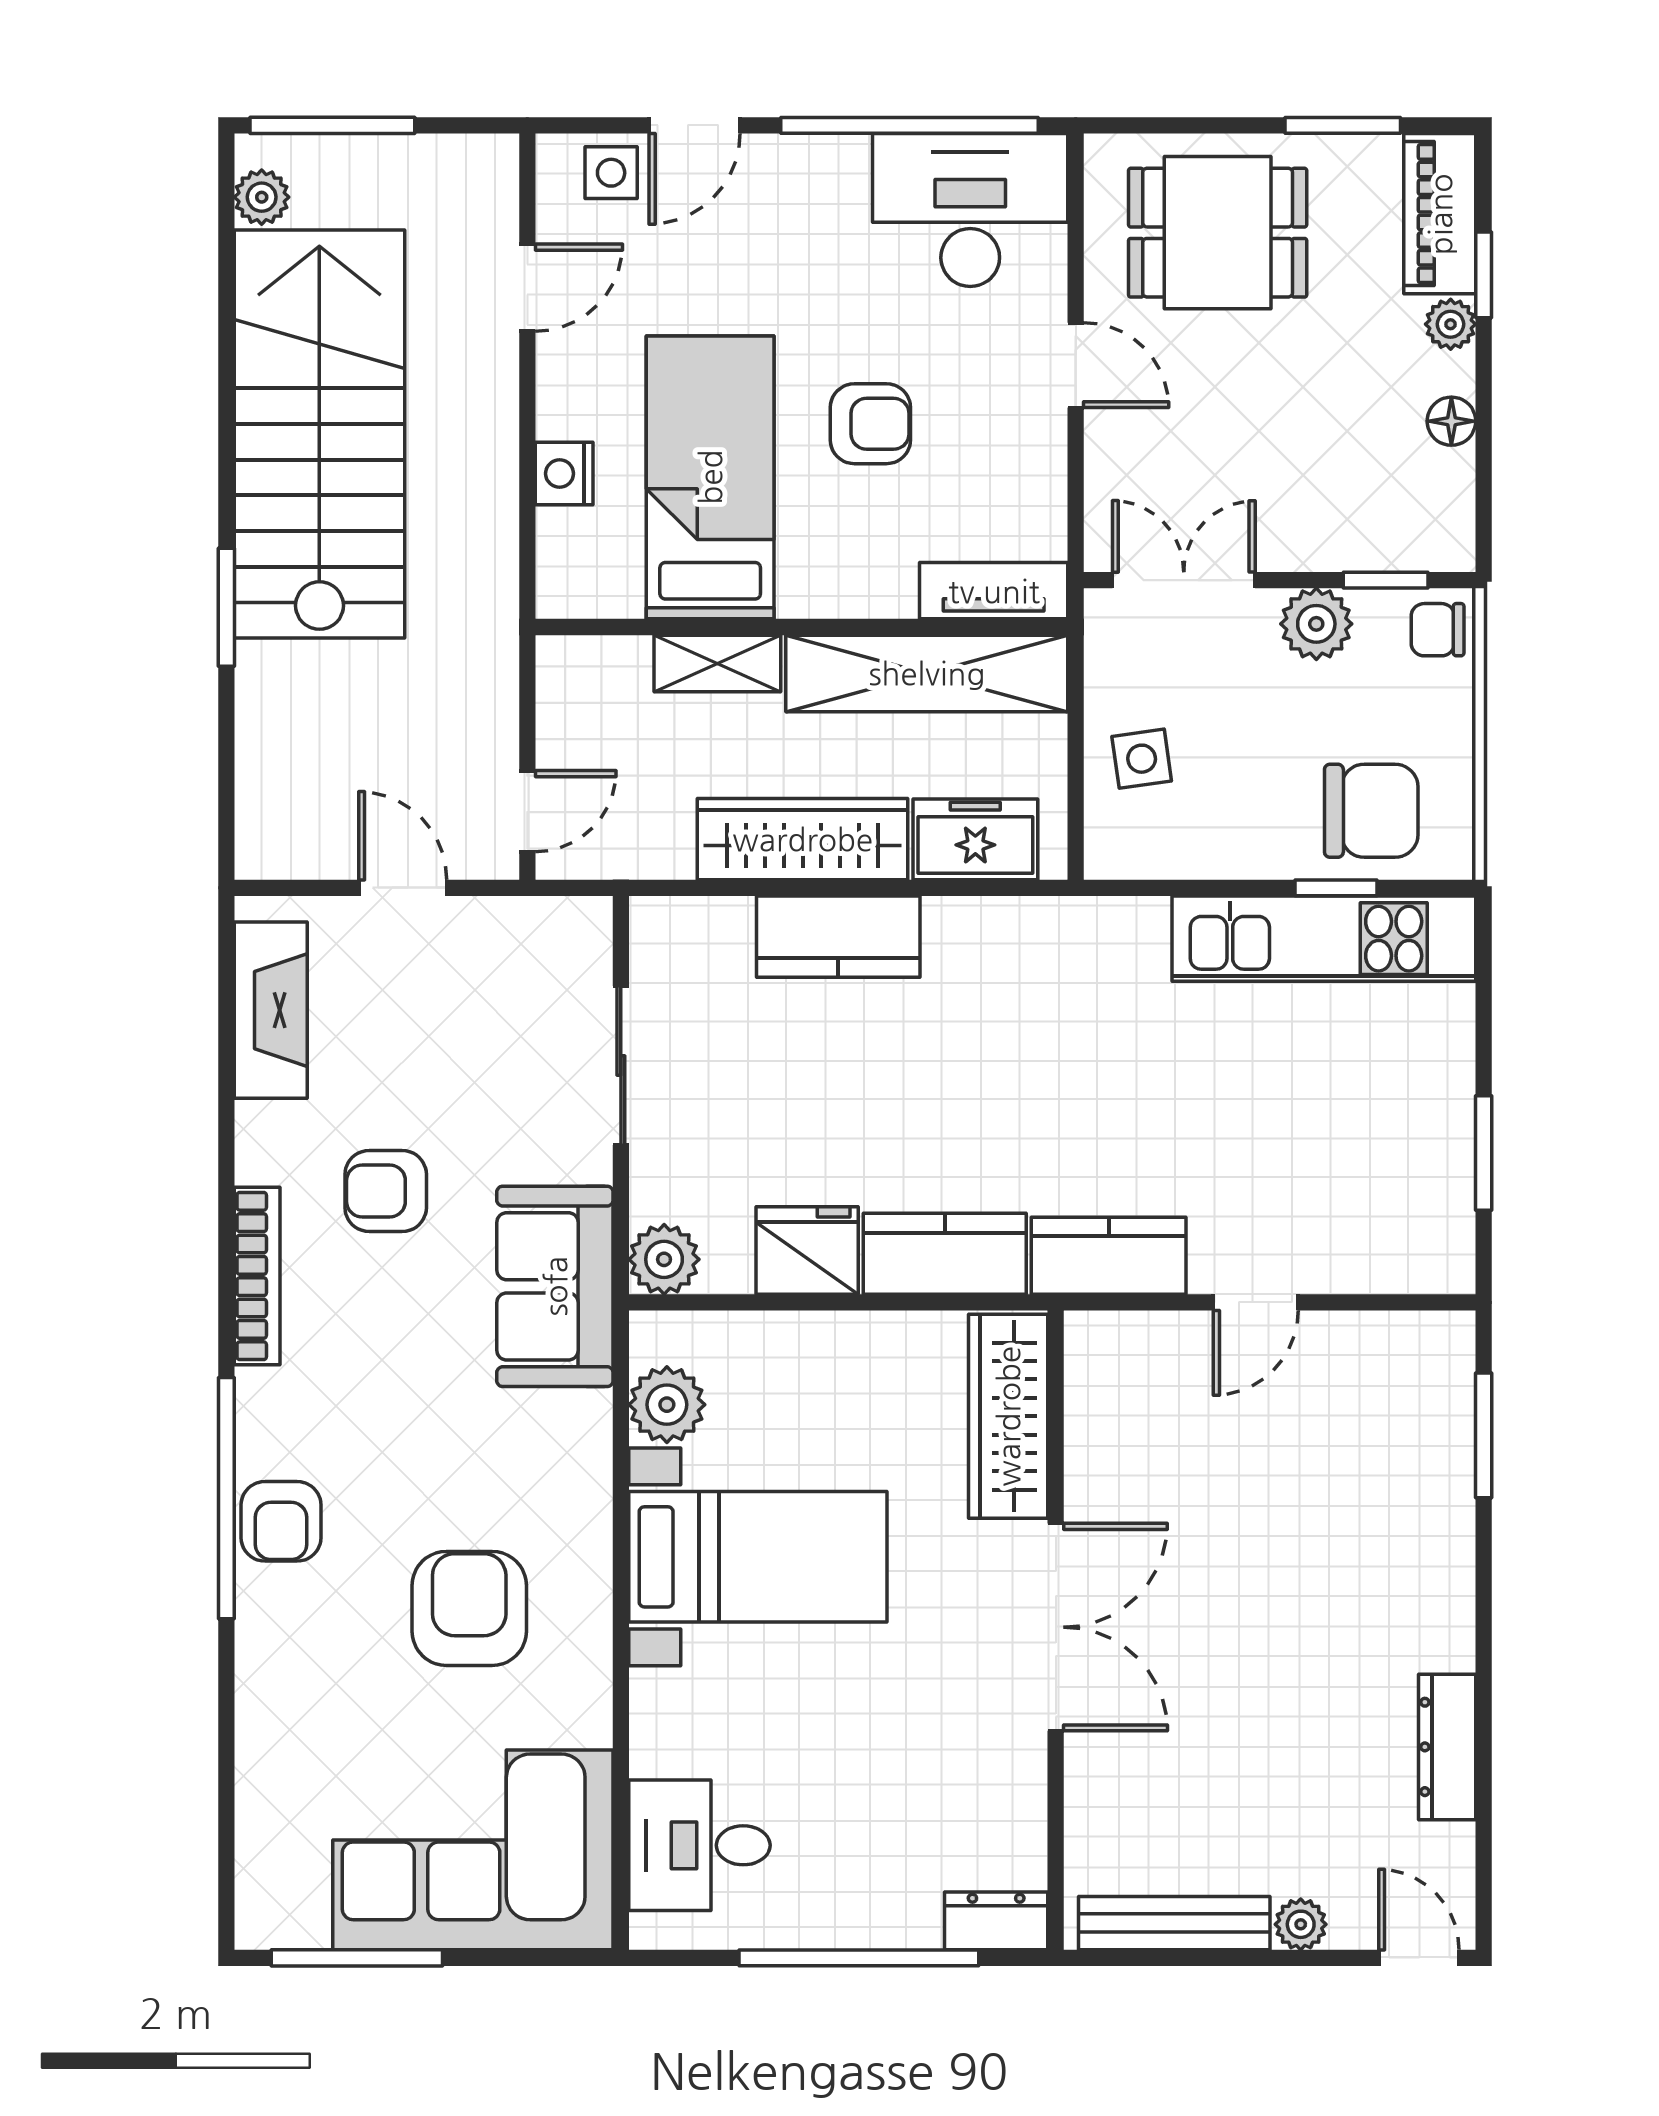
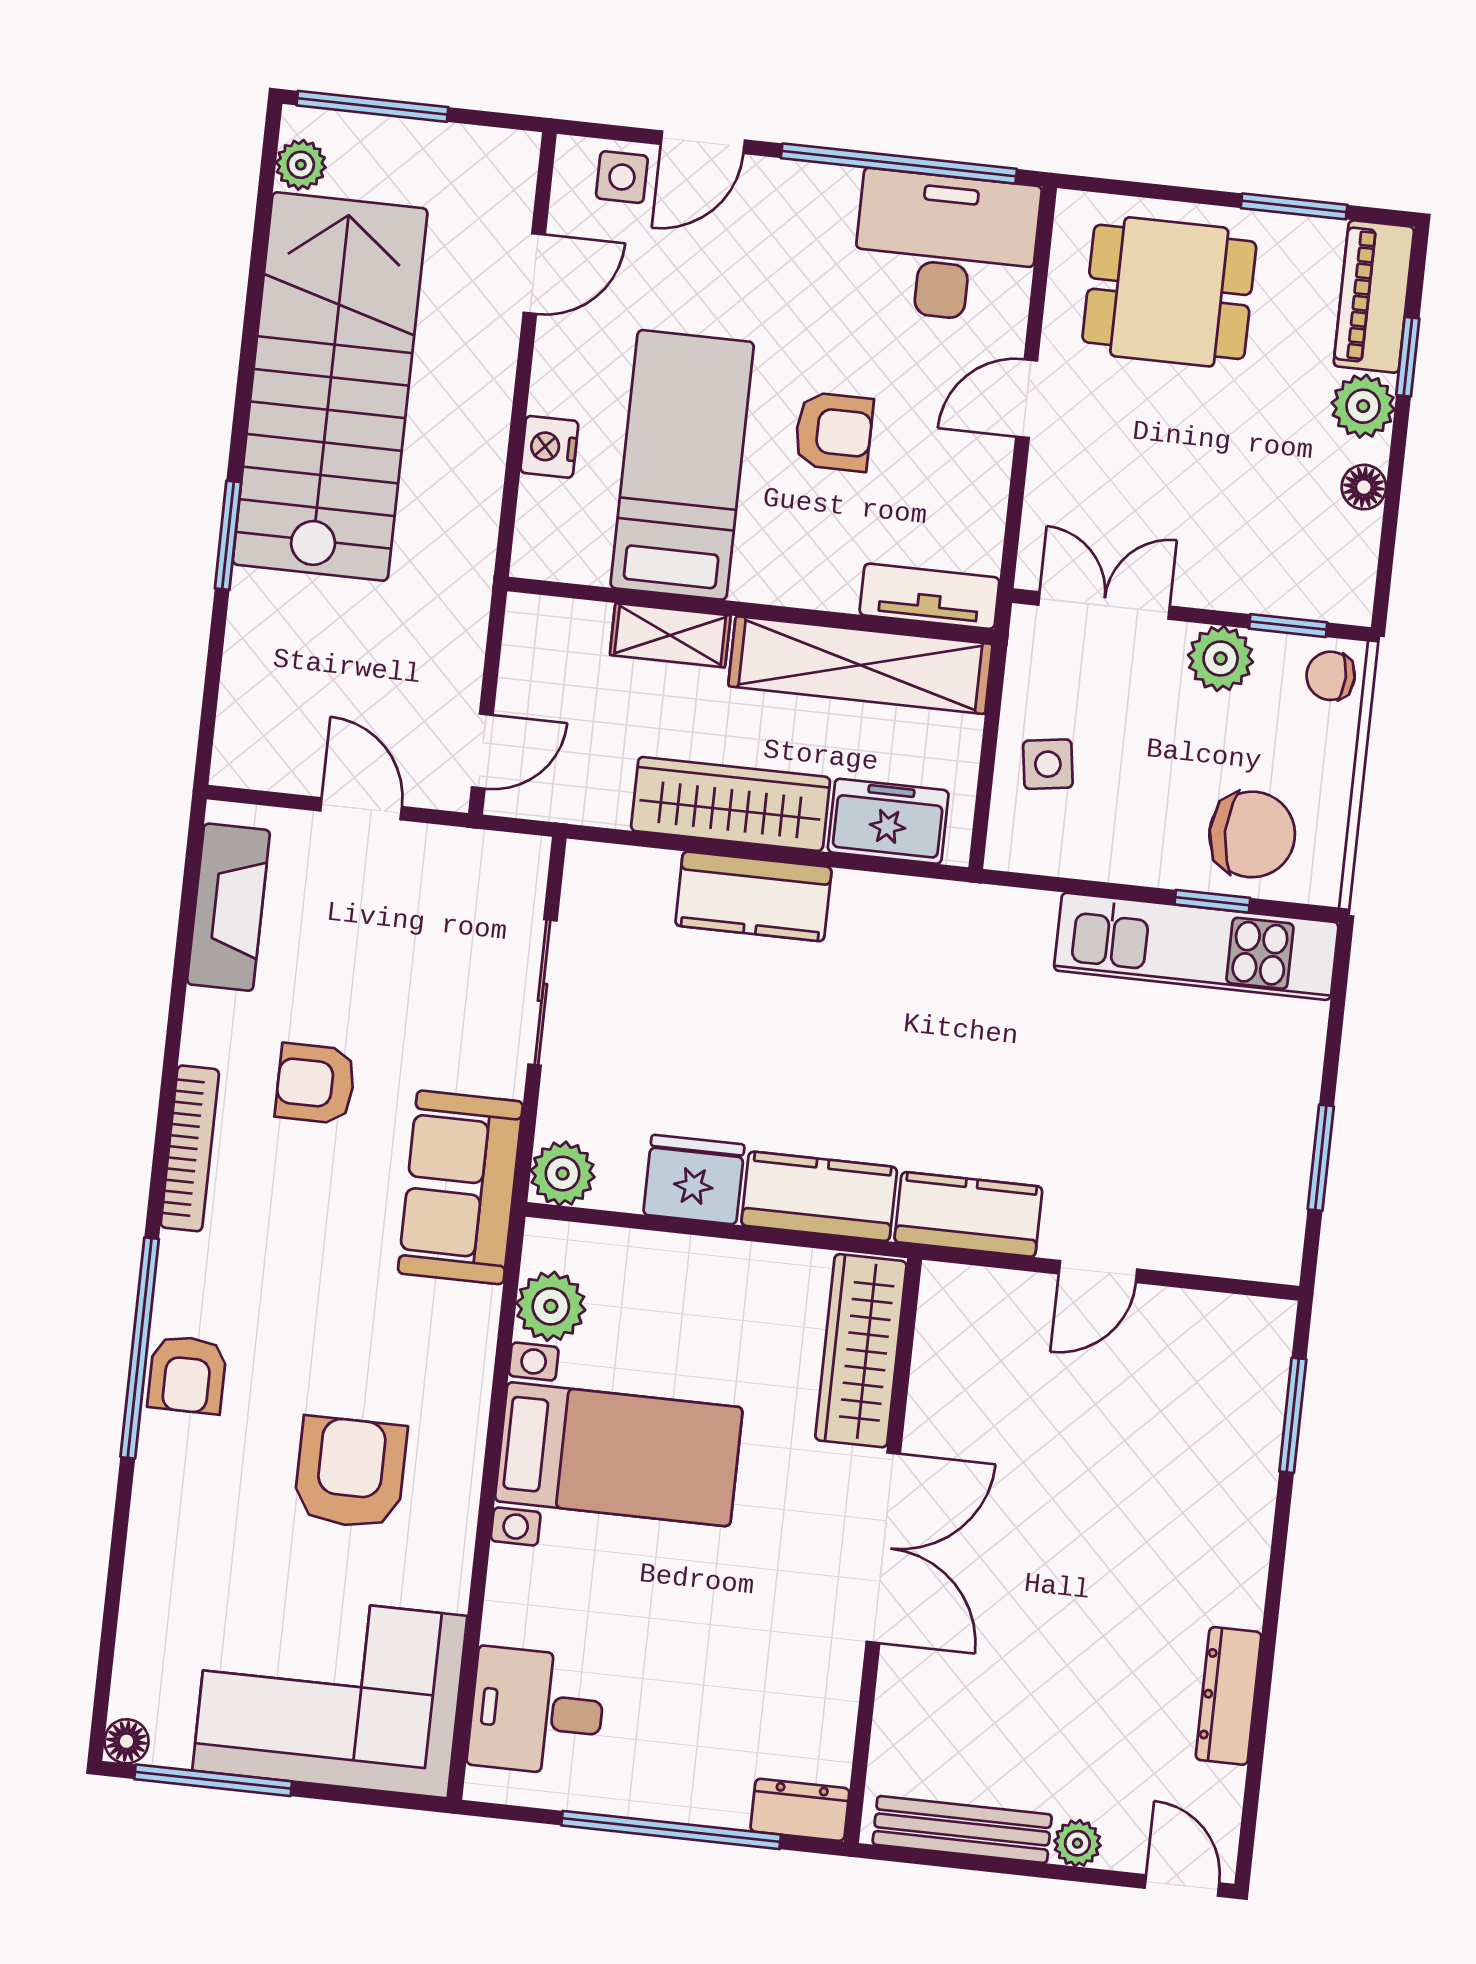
plant: (1451, 324) -> (1363, 406), width x1.38, depth x1.38
door: (1076, 365) -> (1027, 399), swing flipped
floor lamp: (258, 1926) -> (127, 1741), added

